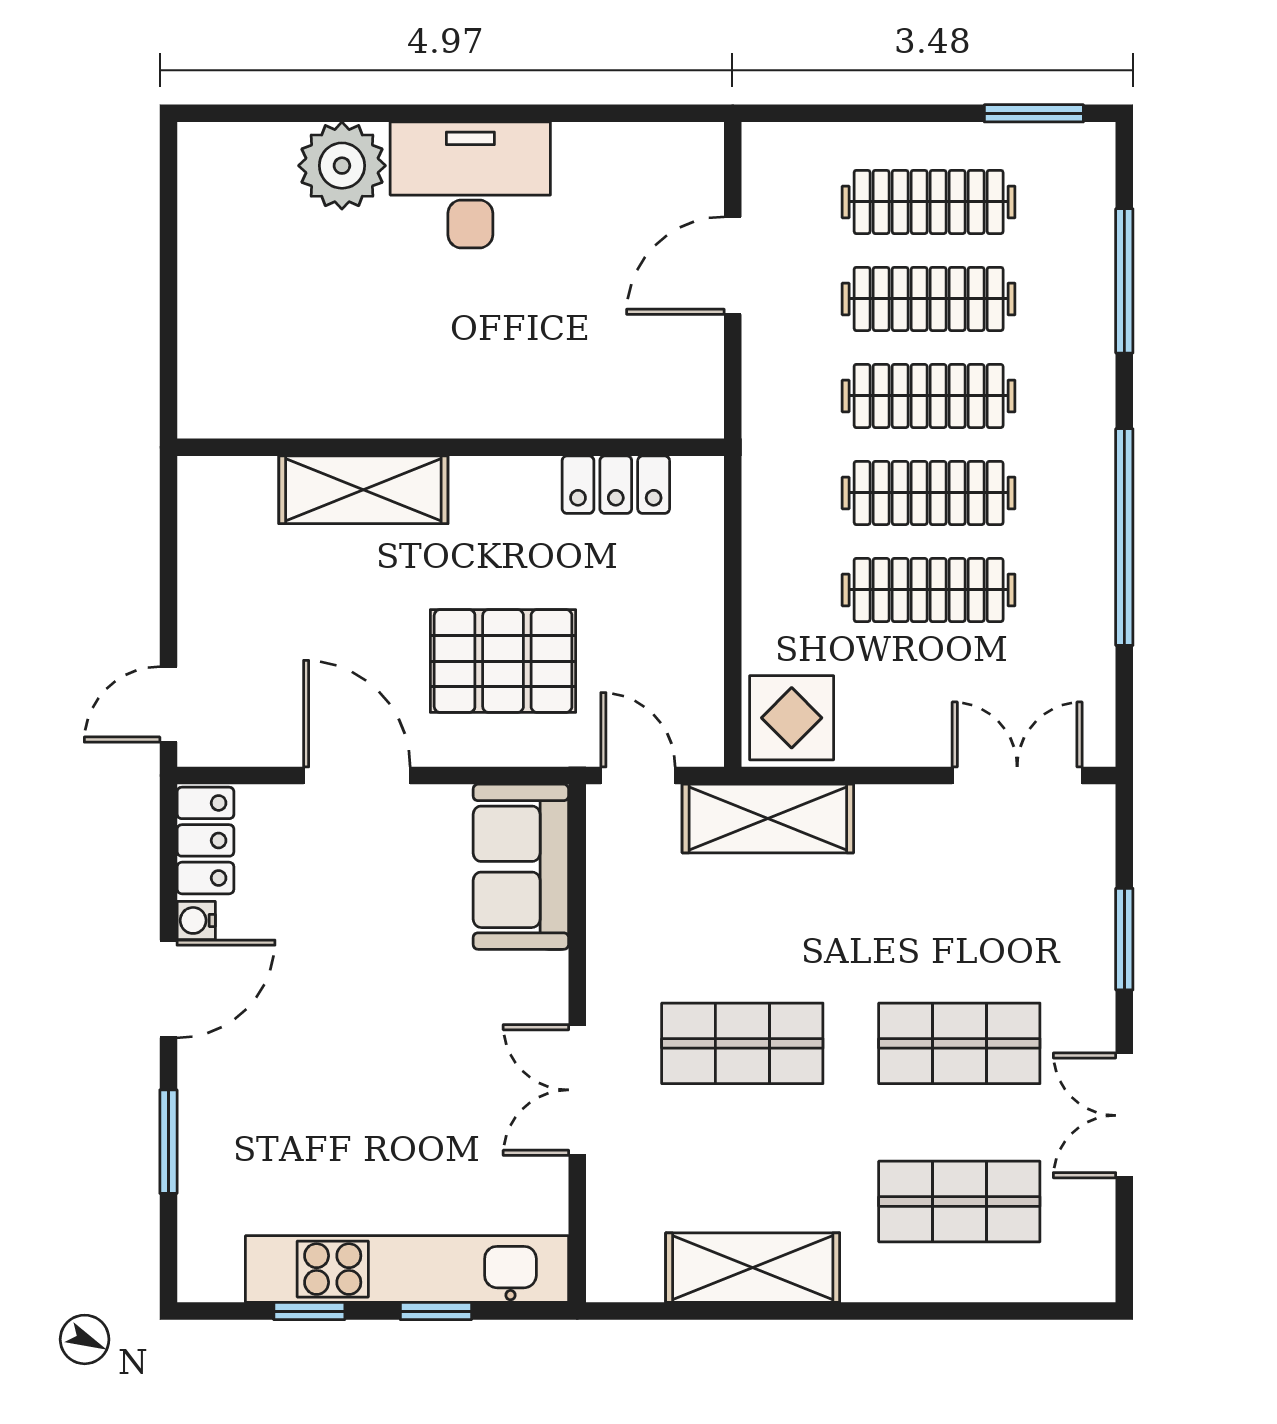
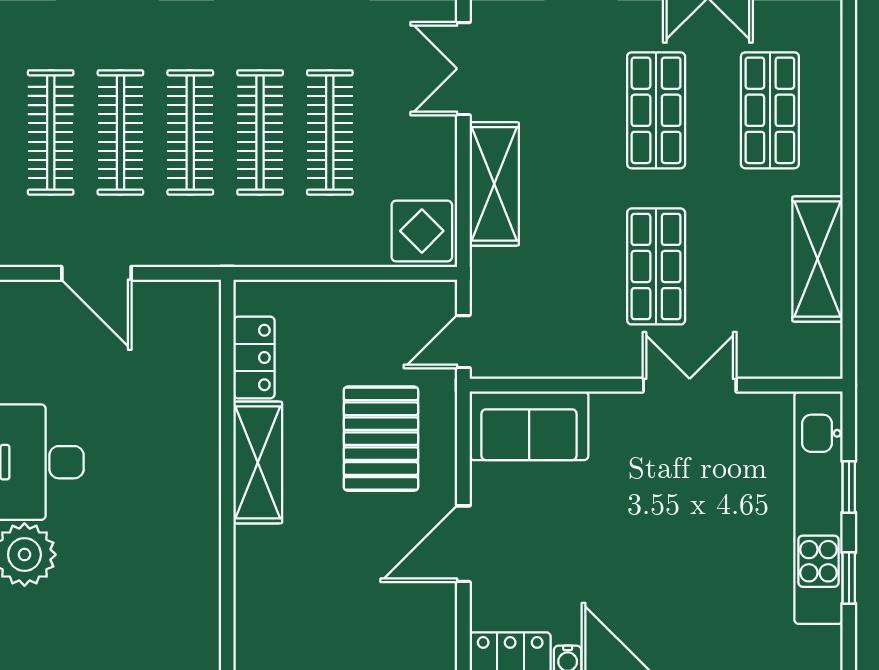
shelving: (363, 490) -> (258, 462), moved
shelving: (768, 818) -> (494, 184), moved
double door: (577, 1090) -> (690, 385), swing flipped

